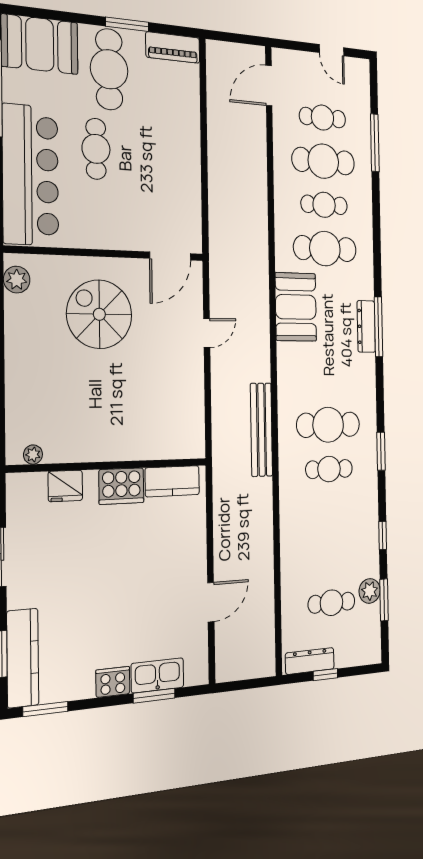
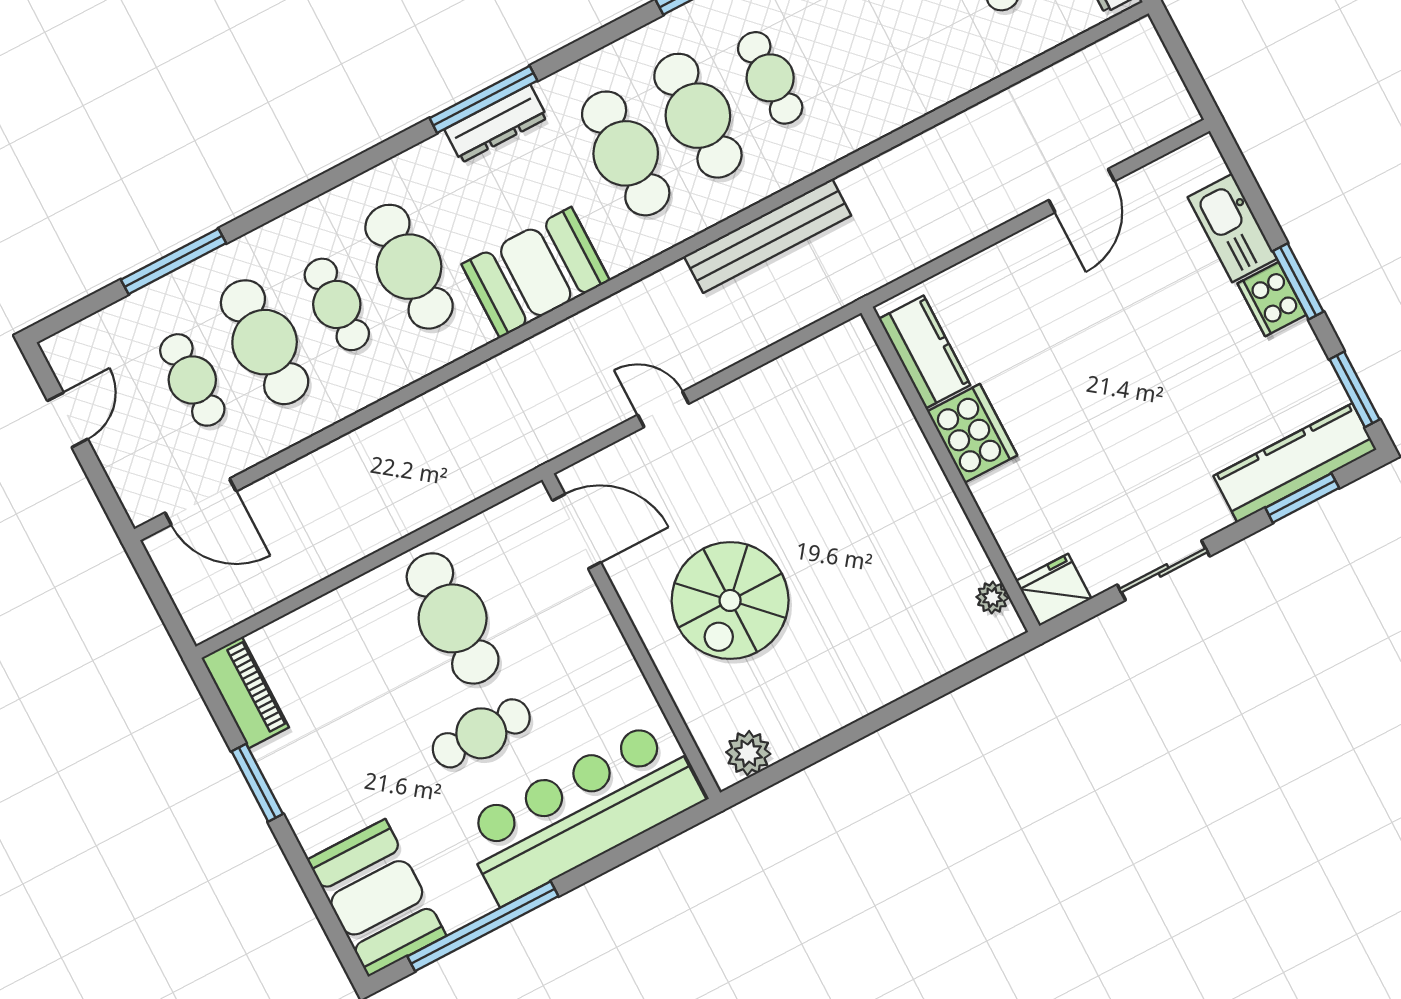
cafe table: (109, 69) -> (453, 618), moved, turned 90
cafe table: (327, 381) -> (626, 153), added
fridge: (65, 486) -> (1054, 590), moved, turned -90
door: (211, 602) -> (1082, 191), swing flipped
window: (154, 696) -> (1298, 281), moved

